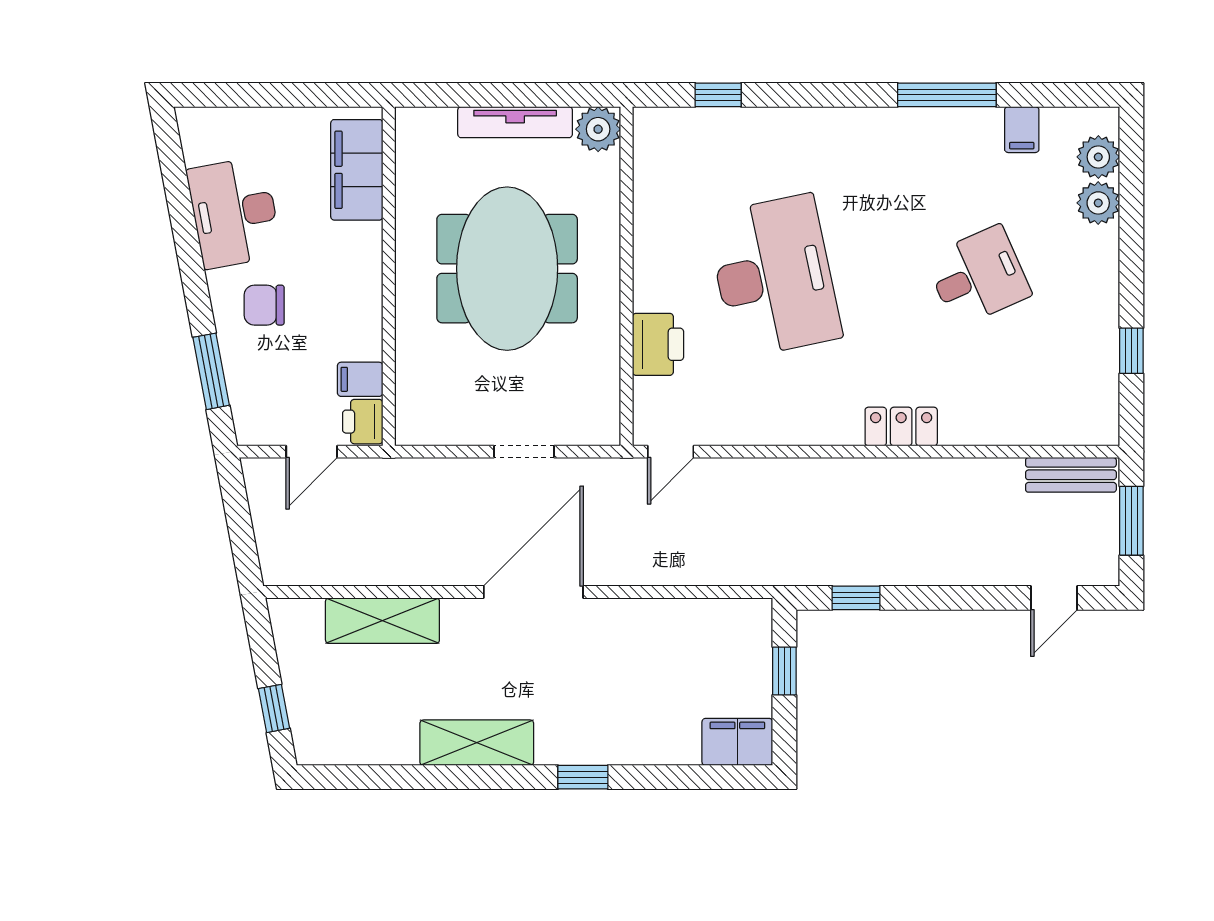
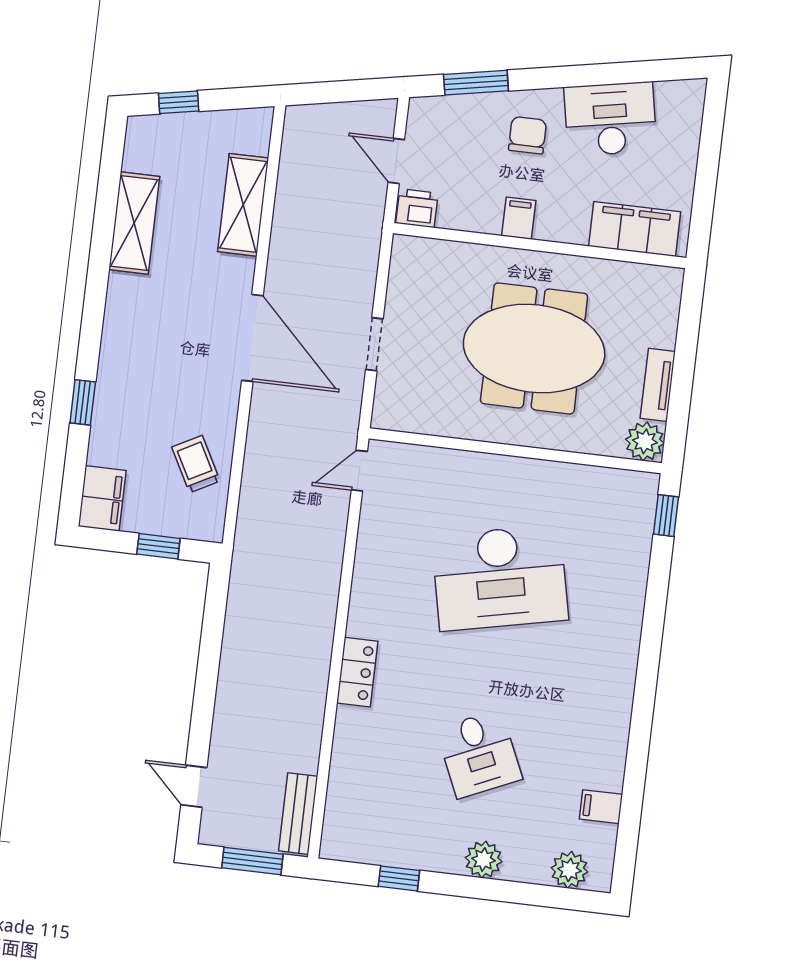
window: (718, 95) -> (666, 516), moved
window: (947, 95) -> (639, 746), removed
tv unit: (515, 122) -> (658, 385), width x0.71
plant: (1098, 203) -> (484, 860), moved
printer: (658, 344) -> (453, 471), removed
filing cabinet: (360, 379) -> (519, 218), moved
door: (671, 452) -> (359, 471), hinge flipped
window: (856, 598) -> (214, 616), removed
trolley: (685, 639) -> (196, 464), added
shelving: (477, 743) -> (134, 223), moved
window: (583, 777) -> (83, 402), moved

